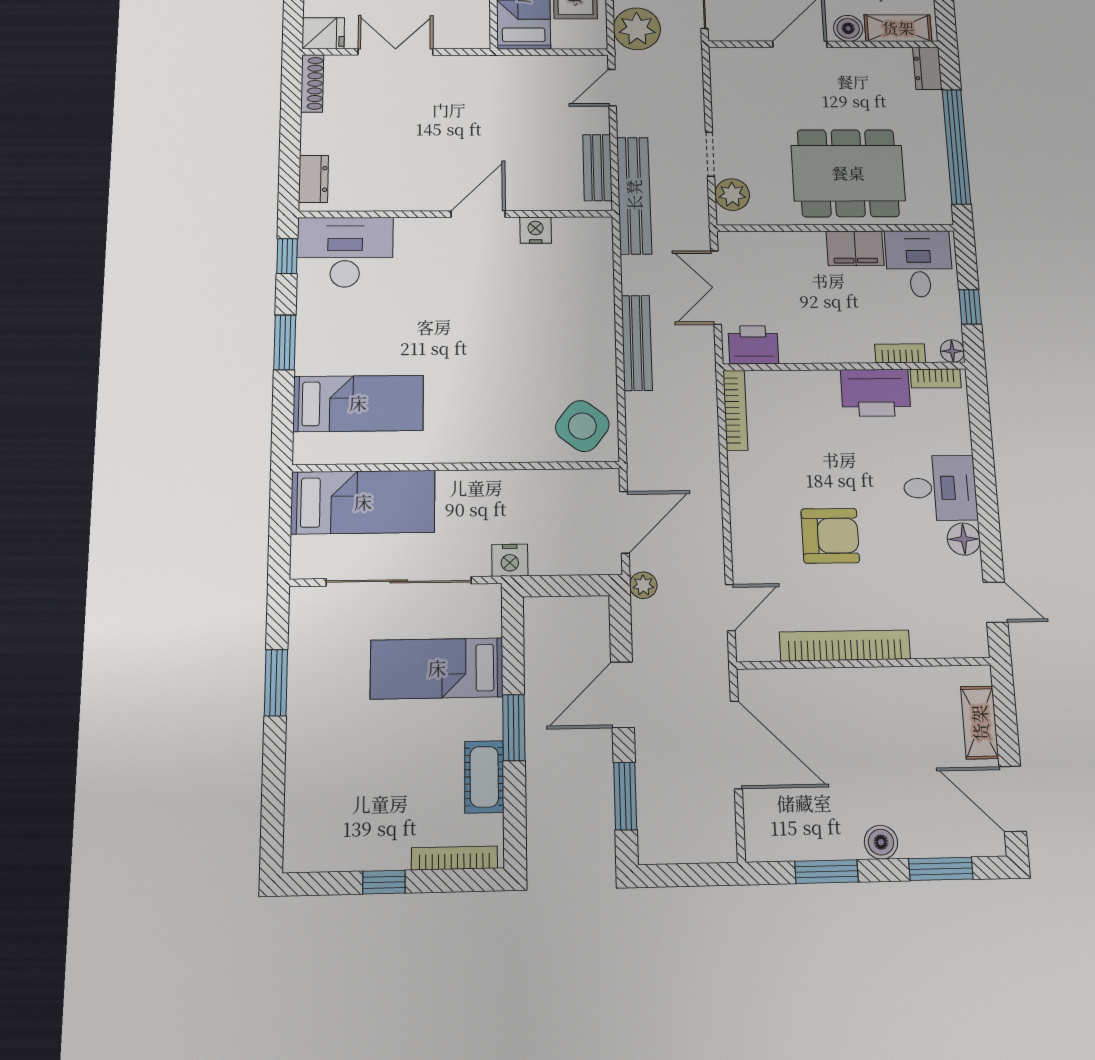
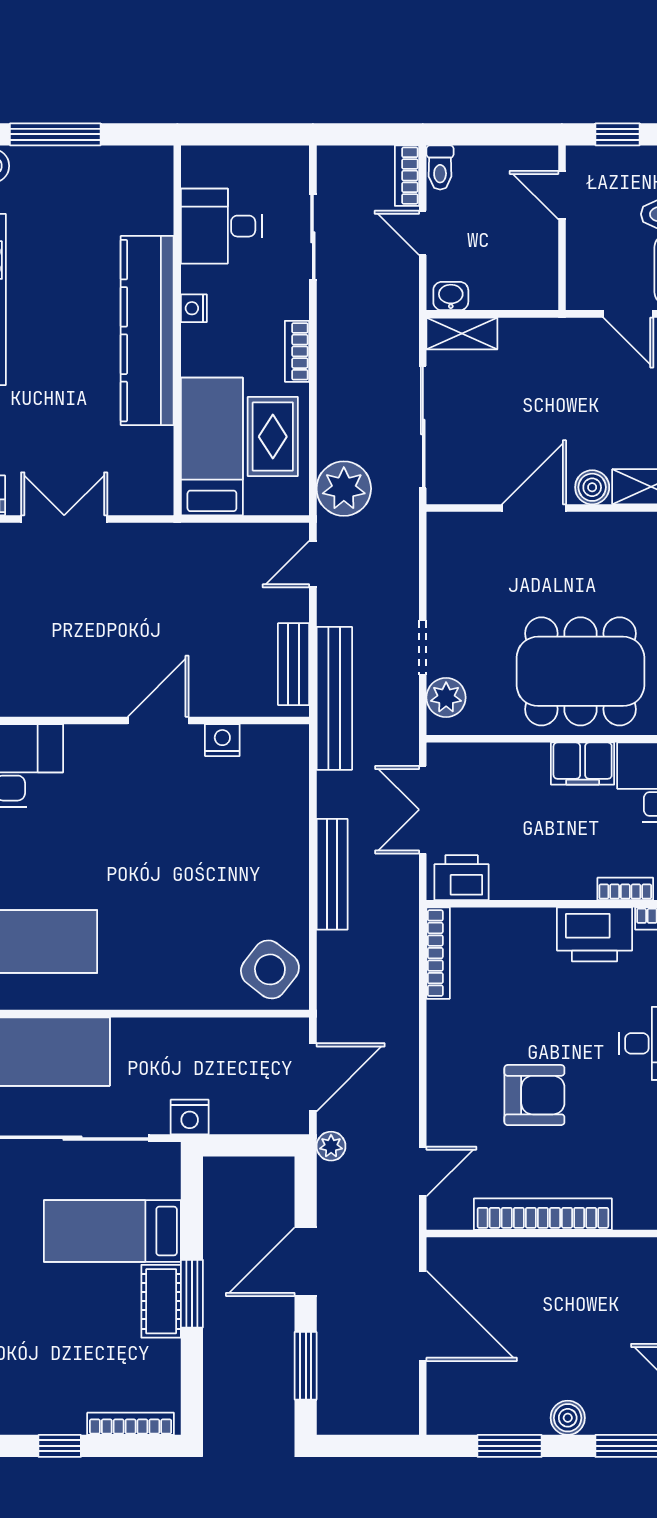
cot: (484, 777) -> (161, 1301), moved

